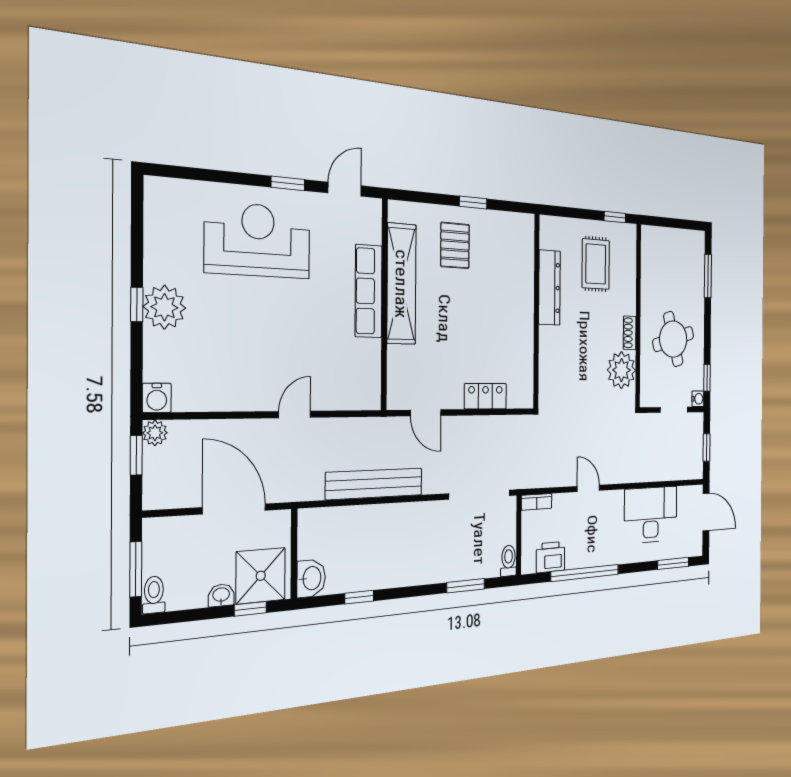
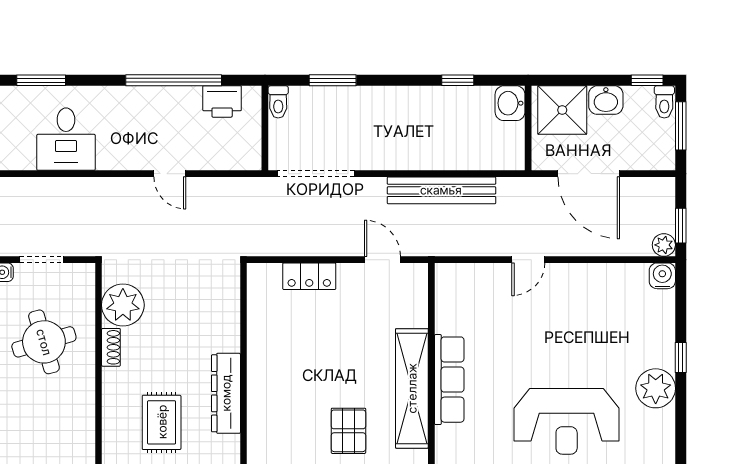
plant: (164, 307) -> (656, 388), moved
bookcase: (537, 502) -> (241, 162), removed
desk: (651, 515) -> (66, 139), width x0.73
washbasin: (221, 595) -> (606, 100), width x1.38, depth x1.45
window: (250, 609) -> (647, 80), moved

